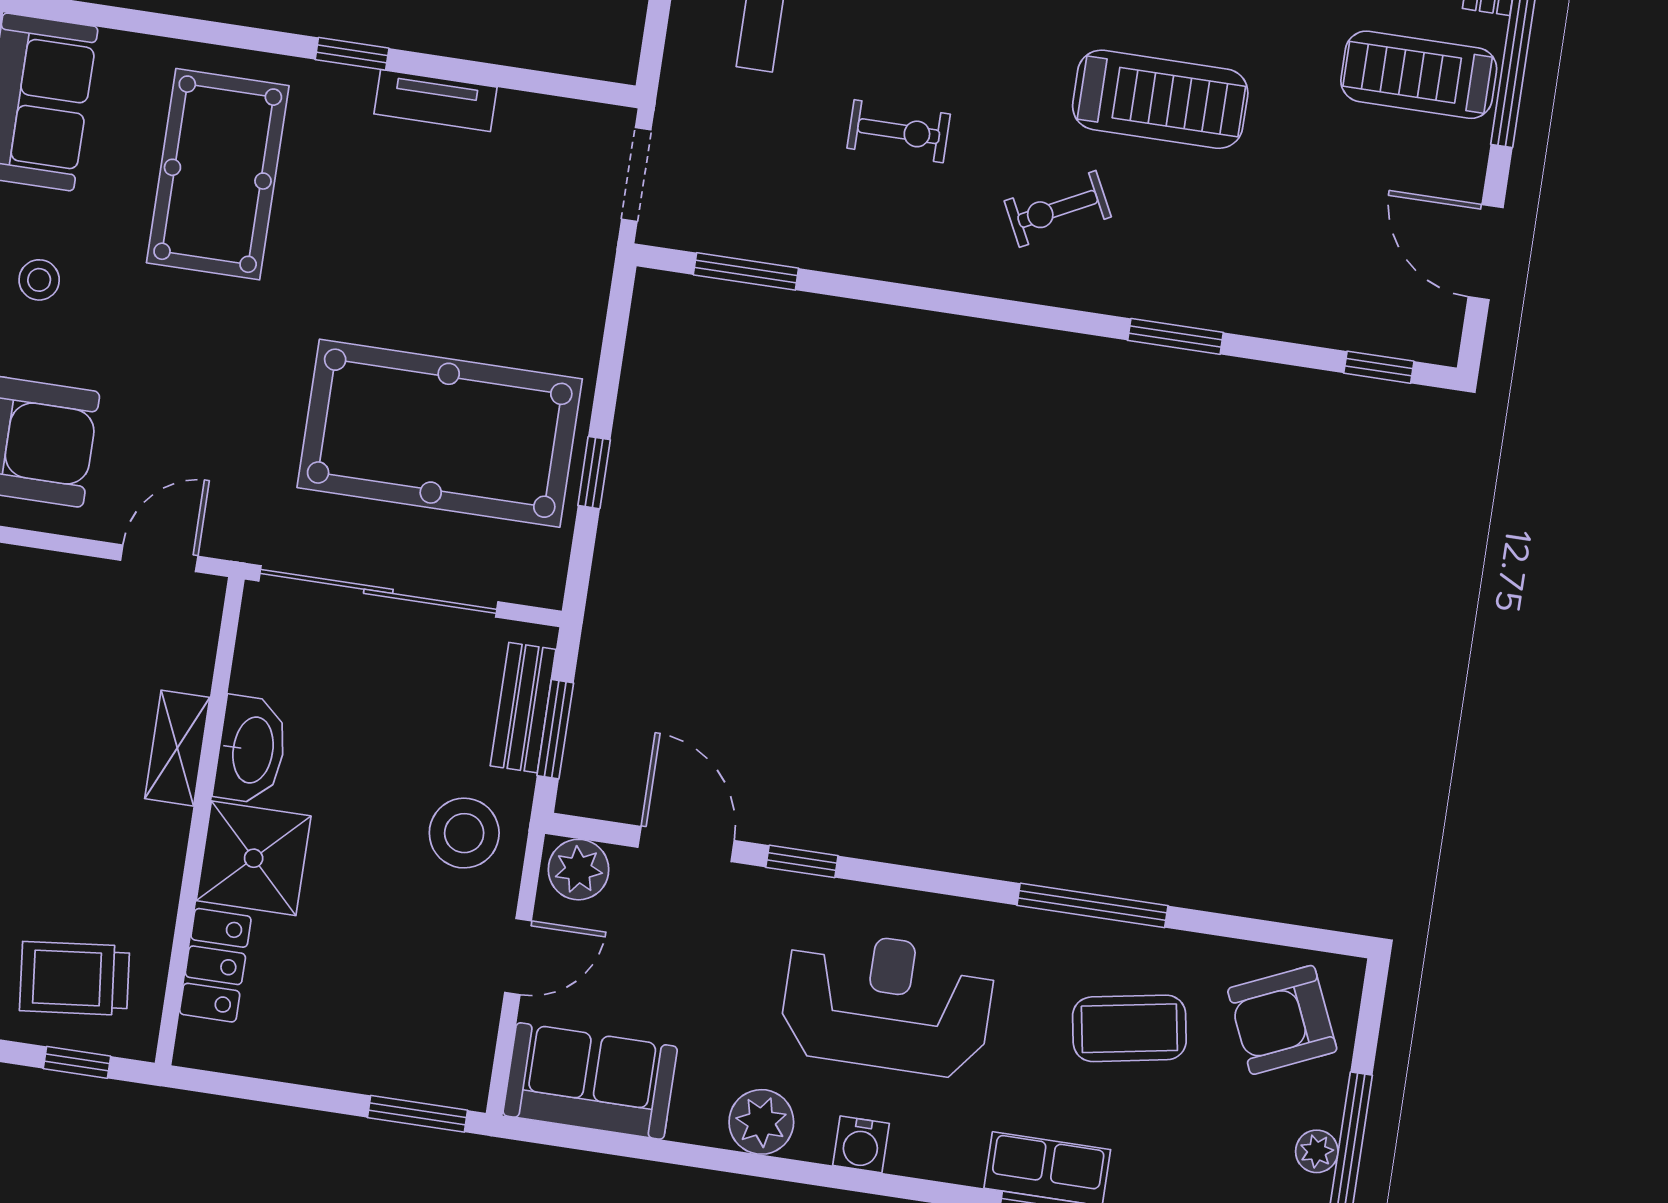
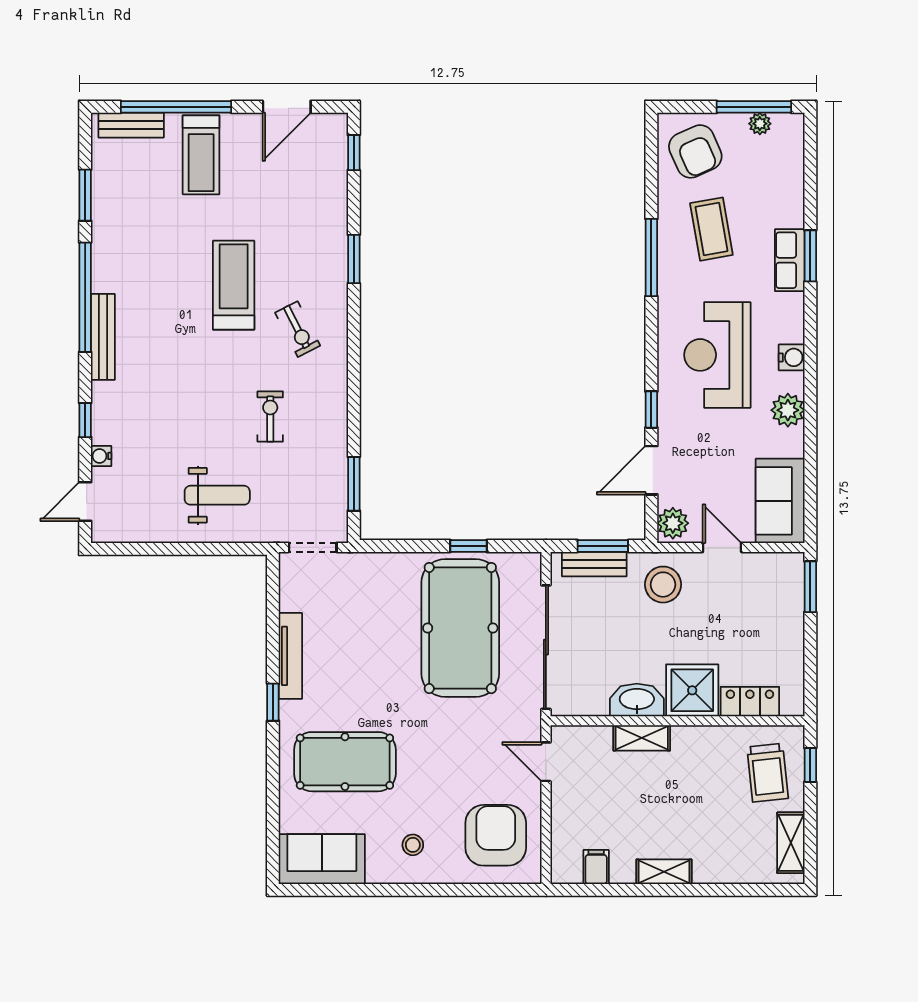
tv unit: (436, 101) -> (290, 656), width x1.41

